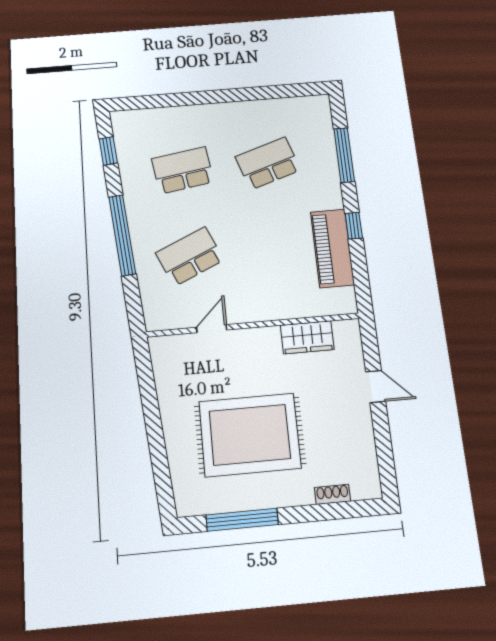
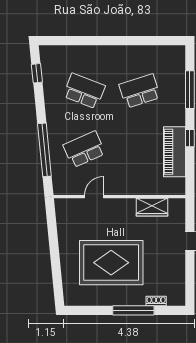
school desk: (183, 170) -> (84, 91), turned 30
window: (122, 235) -> (44, 150), moved
window: (242, 520) -> (133, 310), moved

